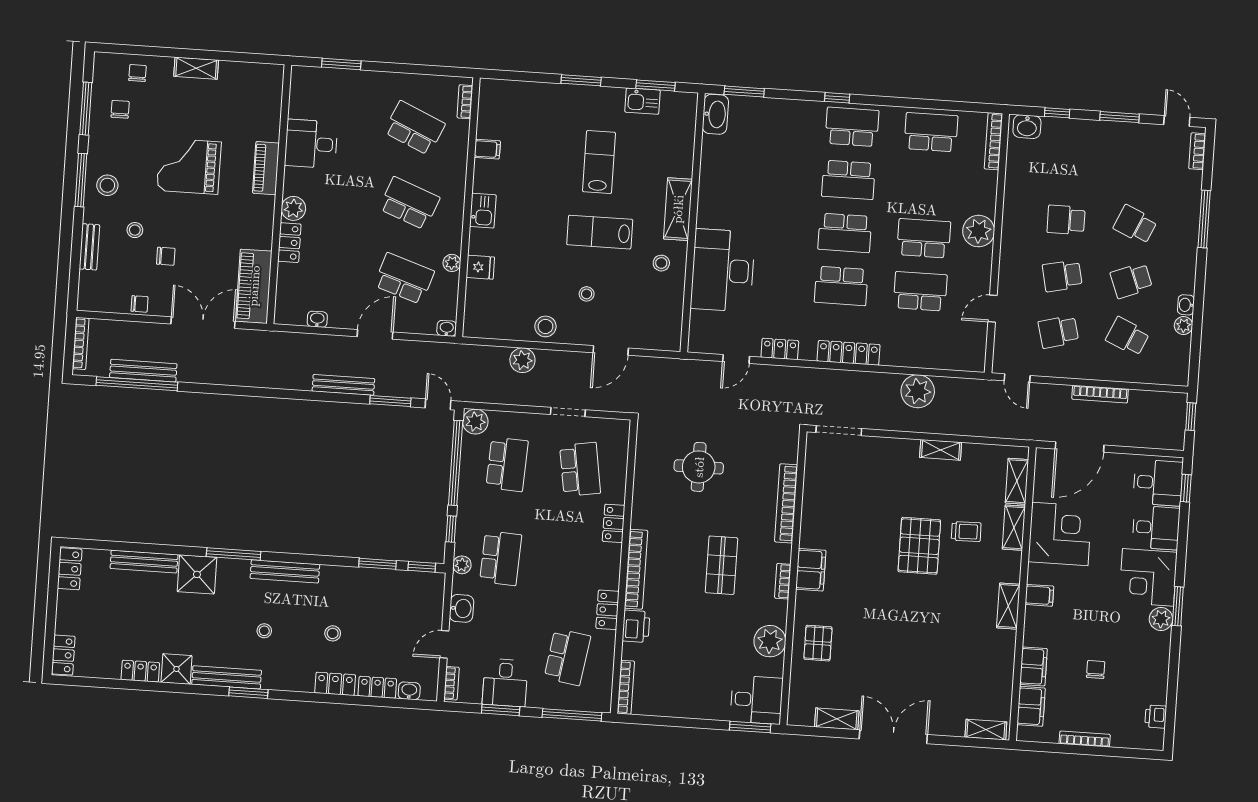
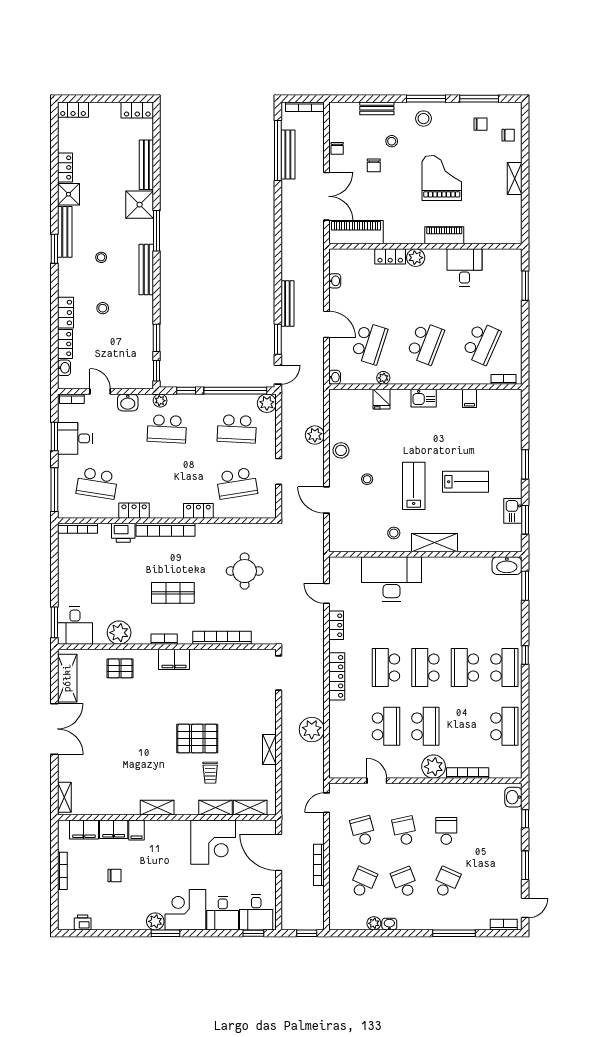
bookcase: (993, 141) -> (468, 773), moved
filing cabinet: (1039, 595) -> (137, 830), moved
shelving: (837, 719) -> (67, 678), width x1.50, depth x1.33

